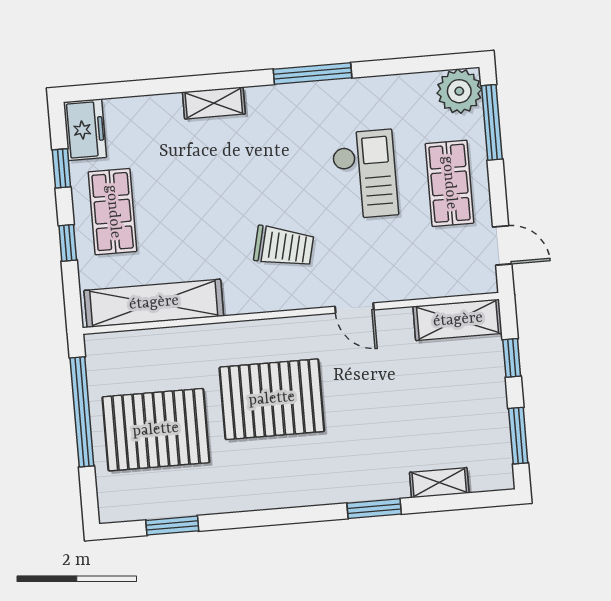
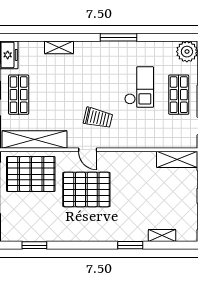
shelving: (214, 103) -> (59, 47), moved
door: (354, 308) -> (88, 150), moved
pallet: (156, 430) -> (31, 174), moved

